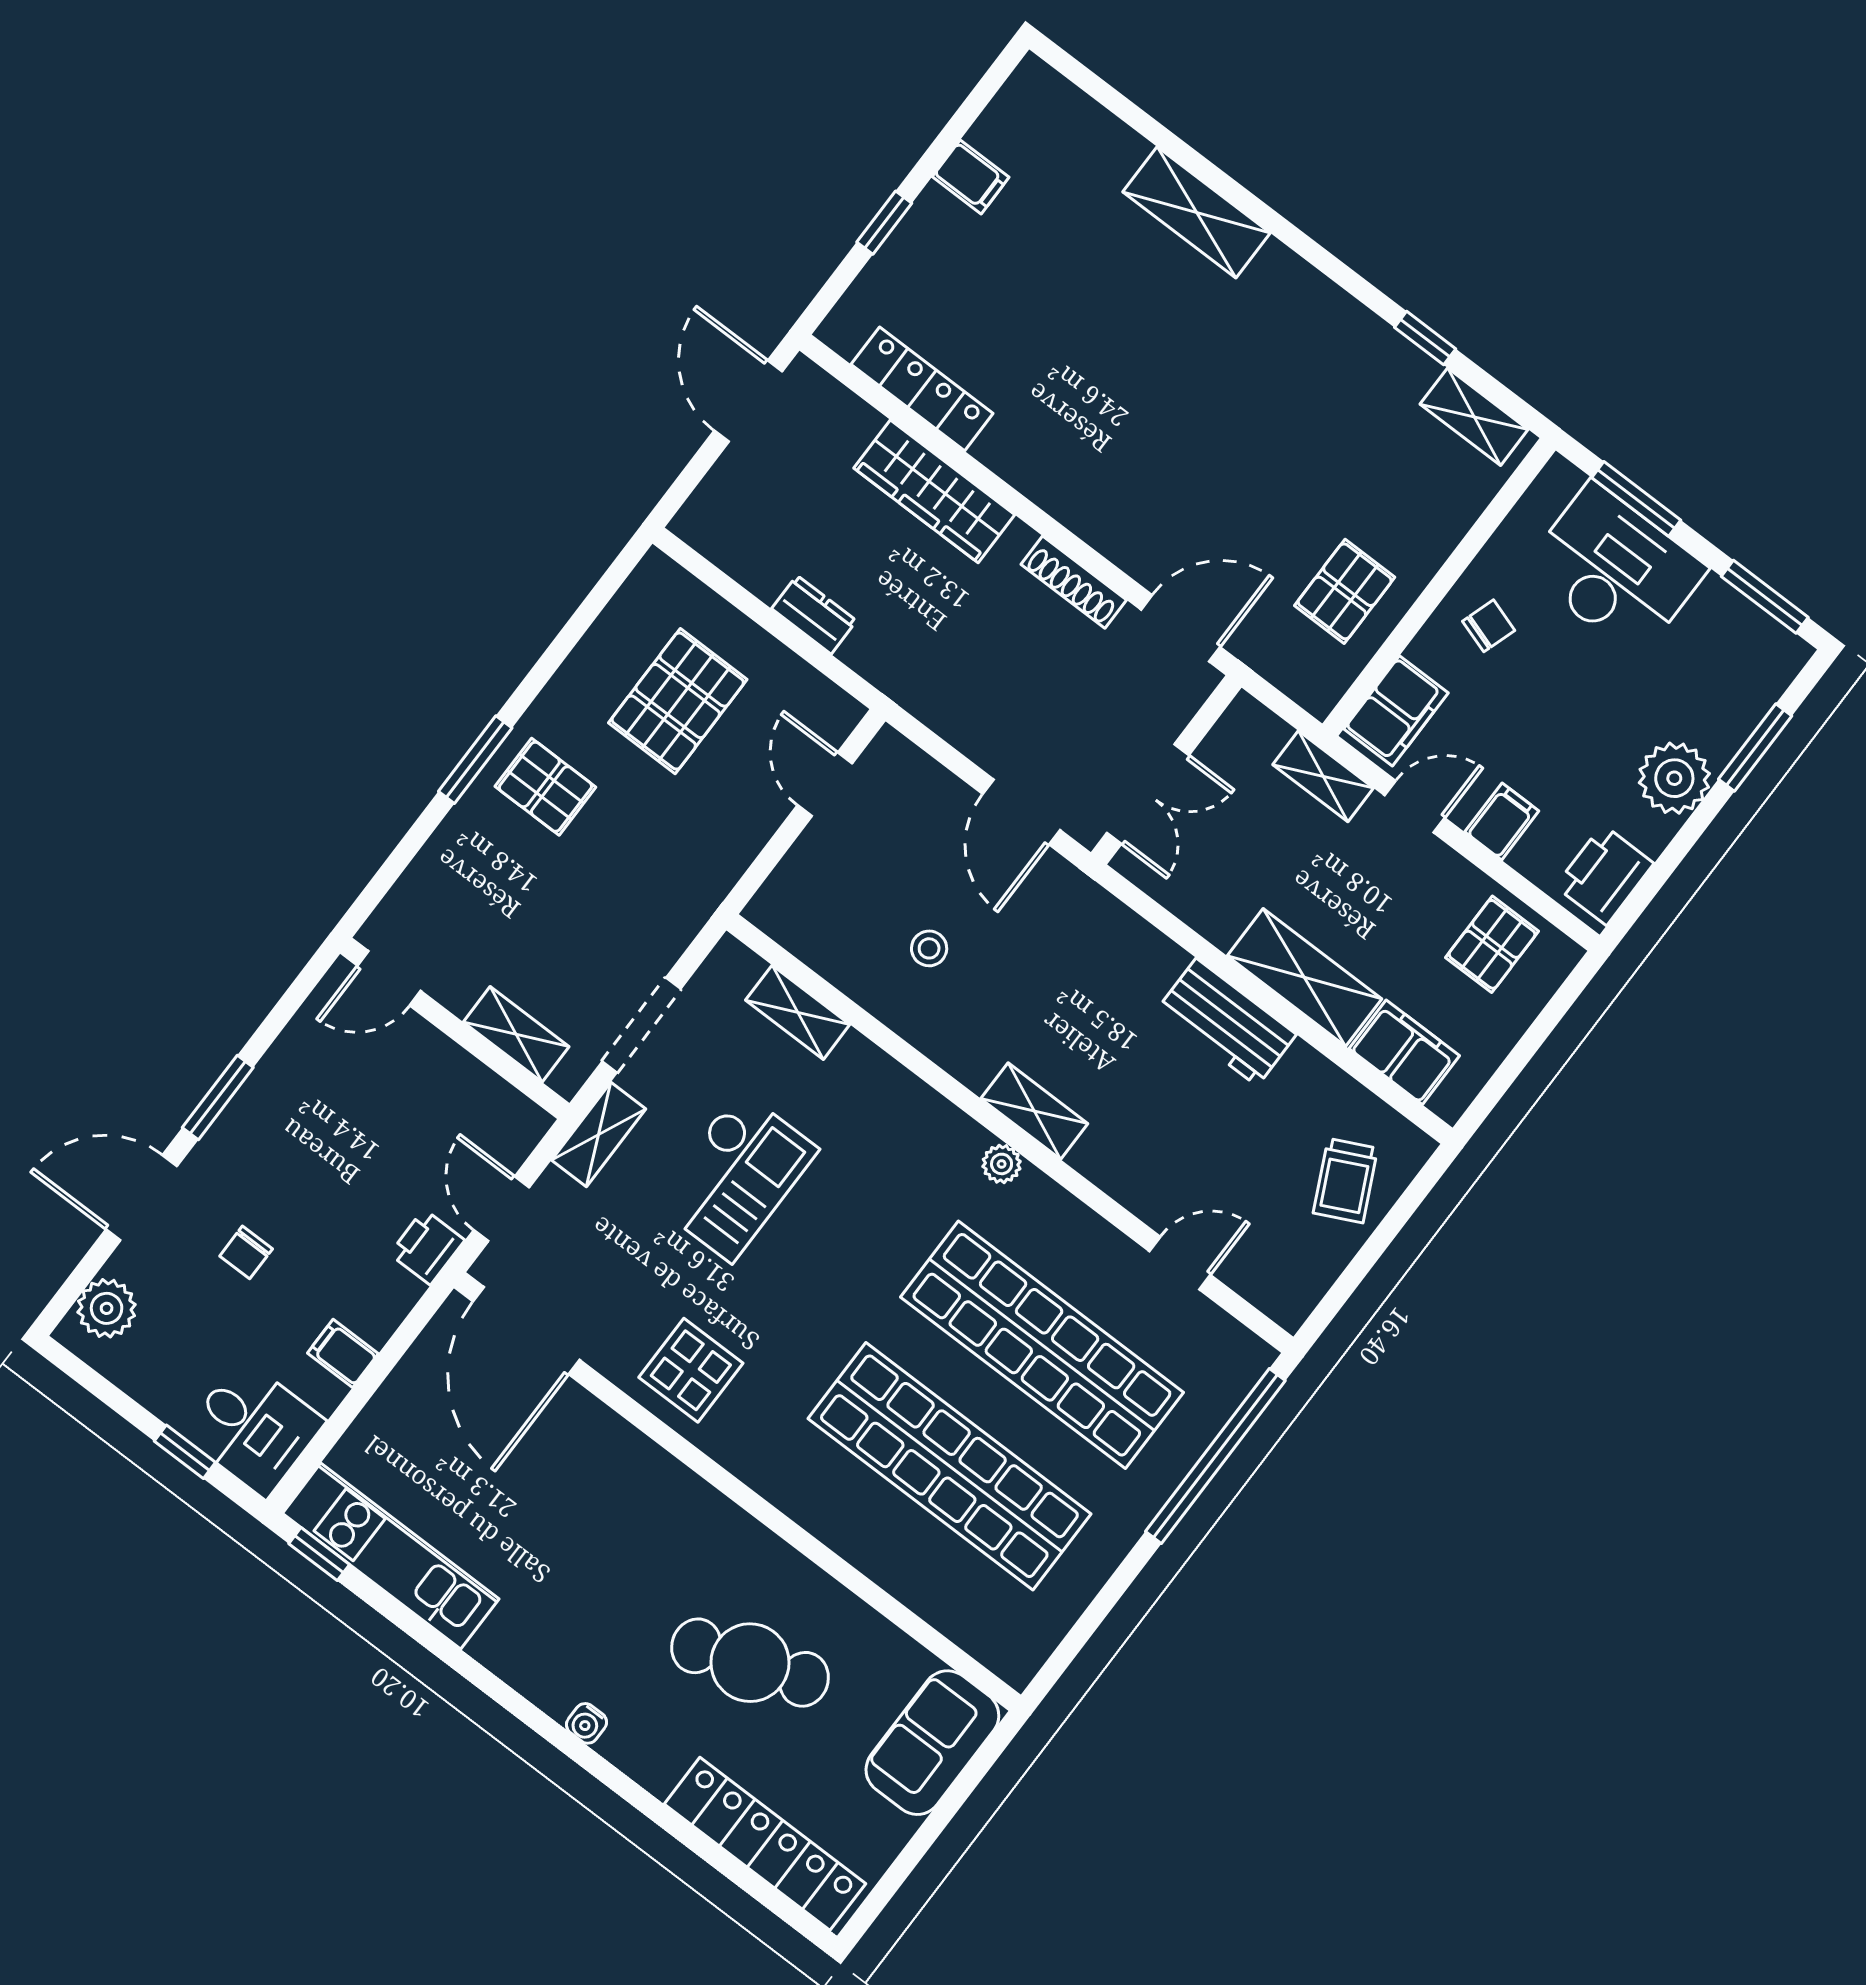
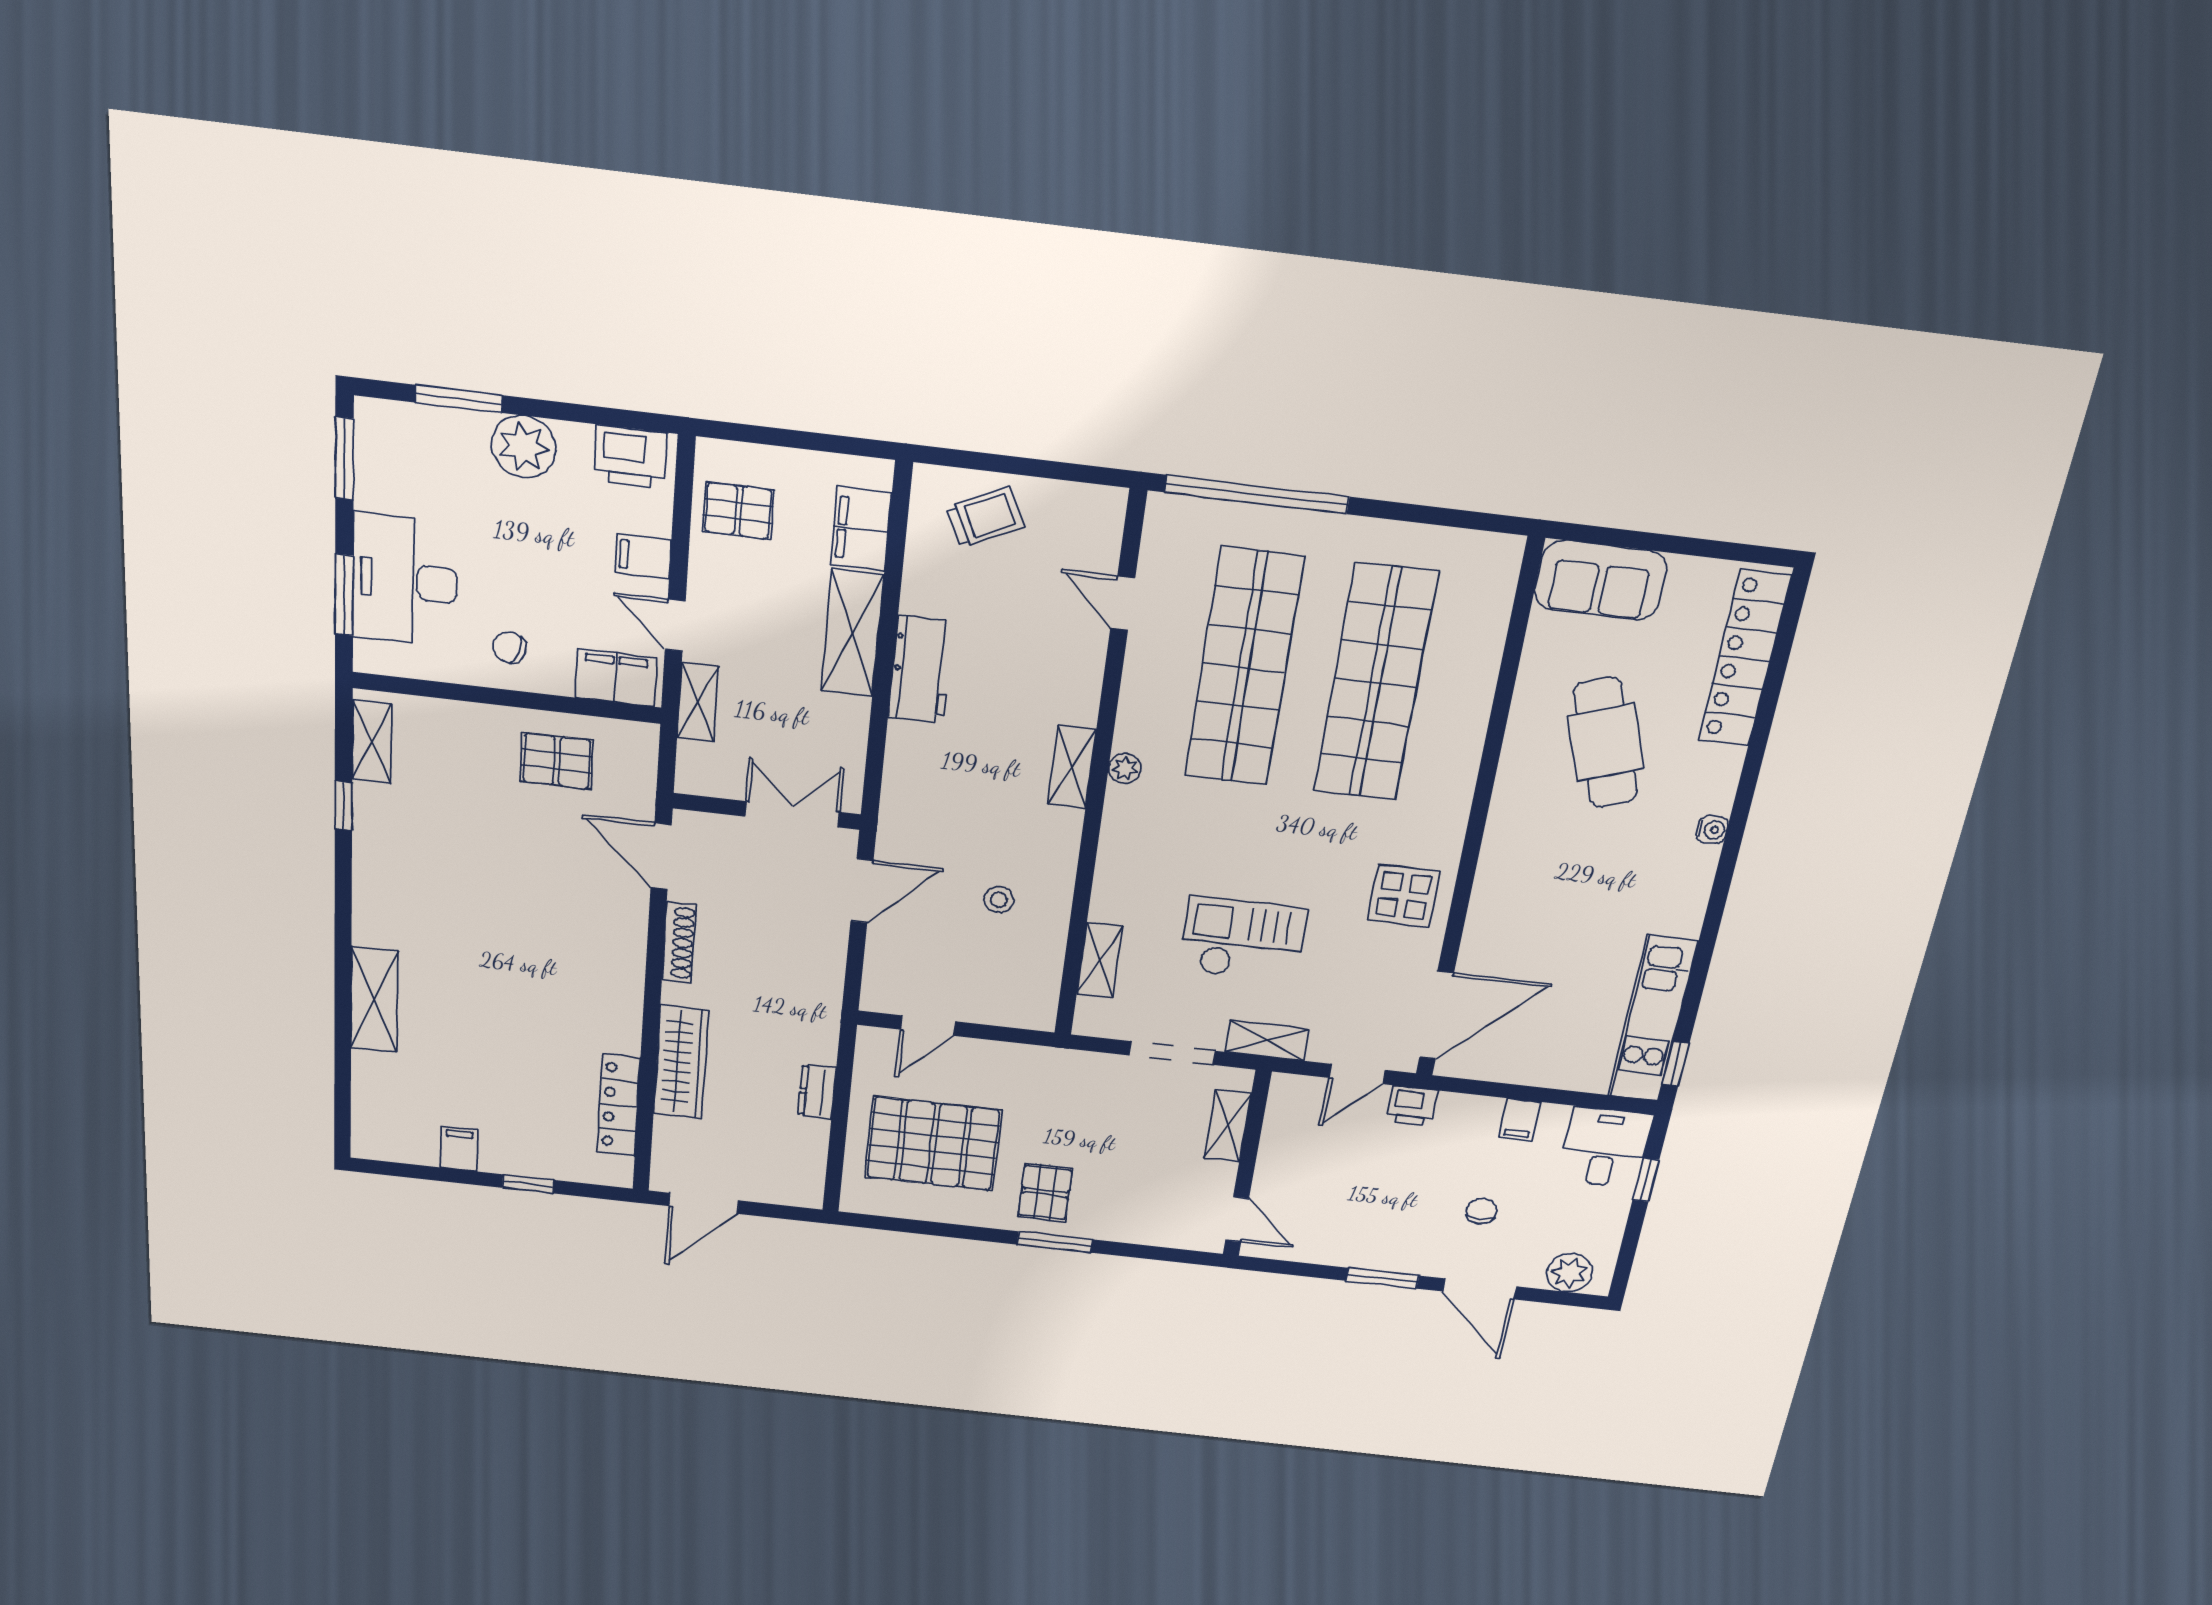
pallet: (678, 701) -> (933, 1144), width x1.37, depth x1.41
chair: (246, 1252) -> (1481, 1211), turned -90

